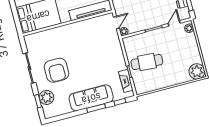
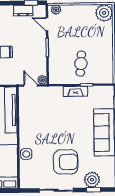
side table: (55, 34) -> (26, 154), added
cafe table: (147, 62) -> (81, 64), width x0.73, depth x0.74
fireplace: (126, 81) -> (75, 91), moved

